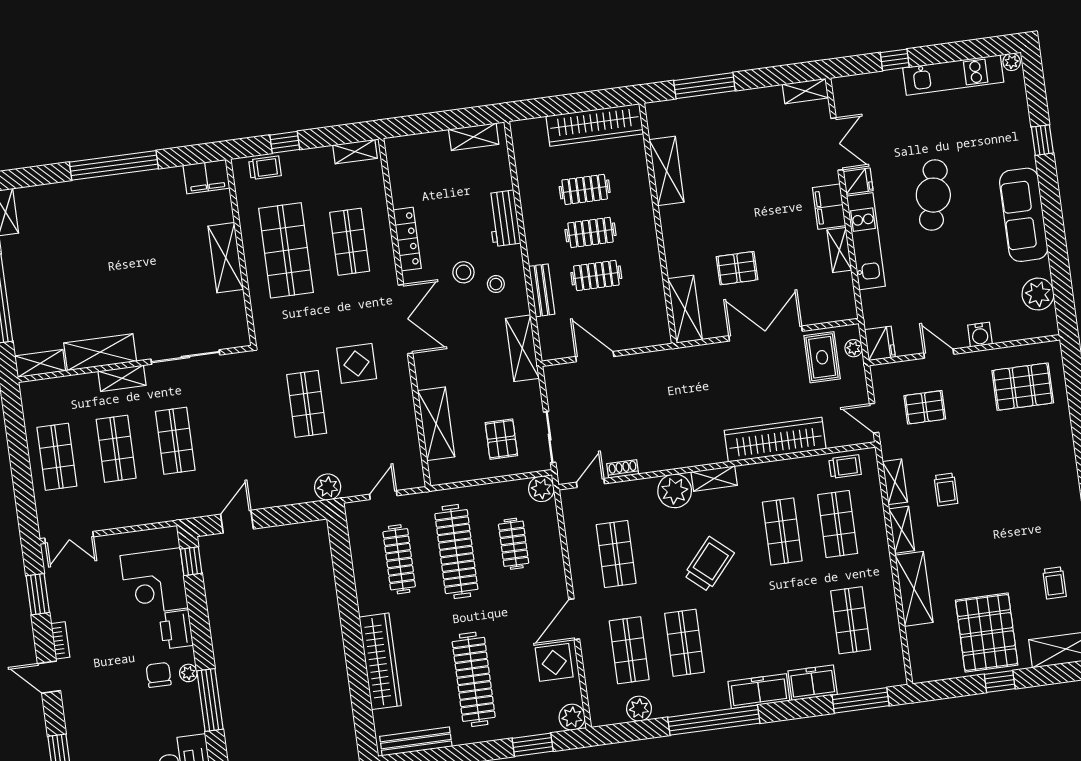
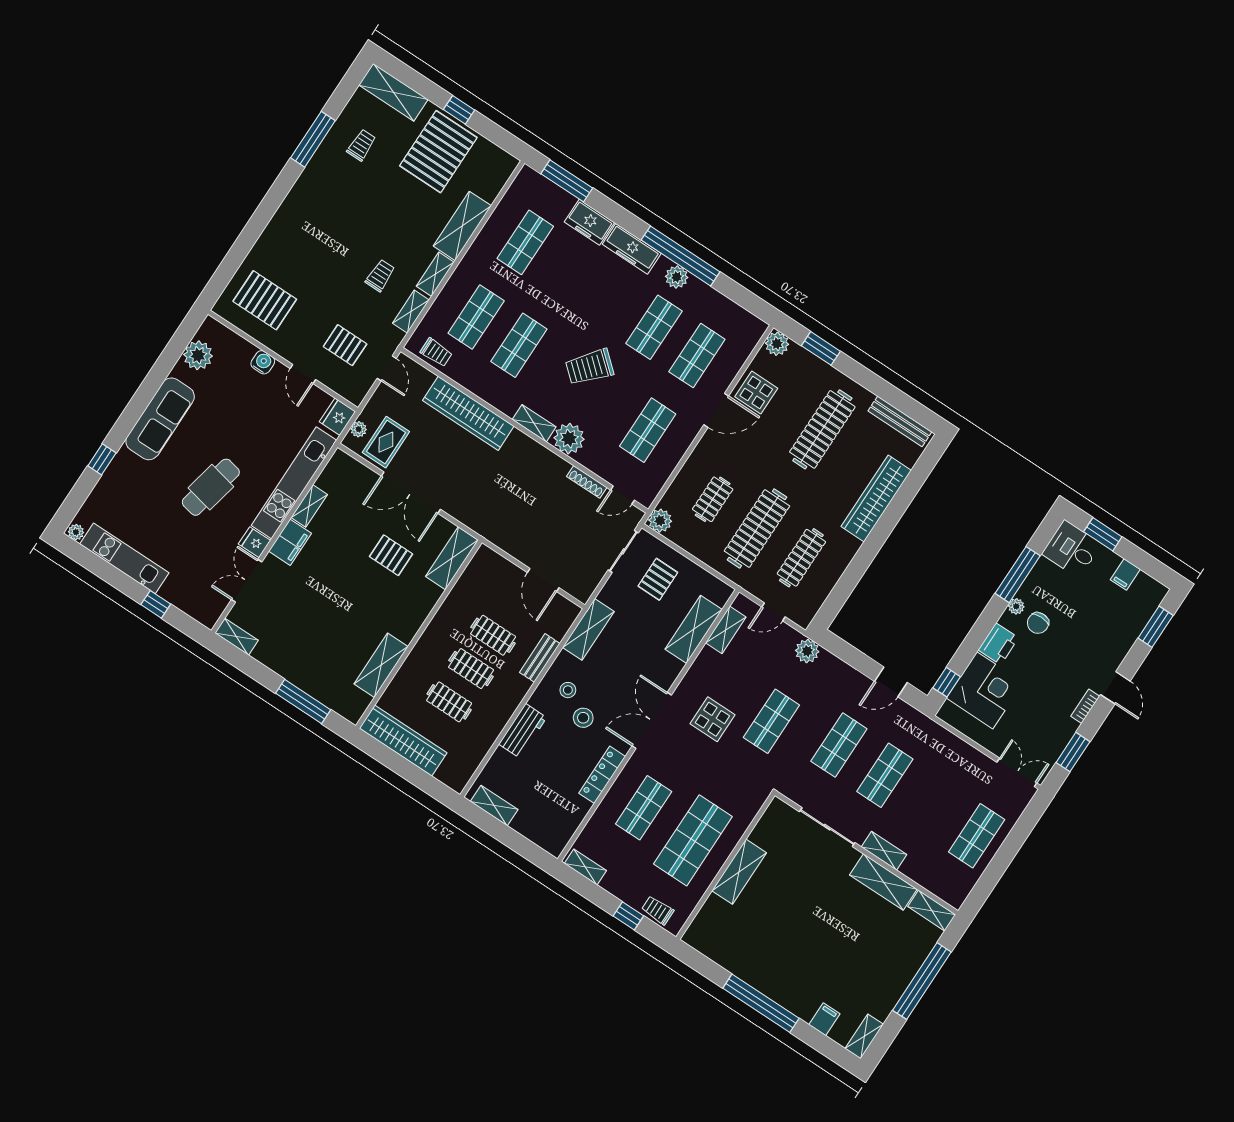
filing cabinet: (206, 177) -> (824, 1019), moved, width x0.50
kitchen unit: (866, 241) -> (294, 483), width x1.36
shelving: (409, 446) -> (726, 630), added
shop shelf: (116, 449) -> (839, 745), moved
trolley: (845, 467) -> (436, 352), turned 180
shoe rack: (623, 469) -> (587, 482), width x1.43
plant: (639, 709) -> (677, 277), moved

